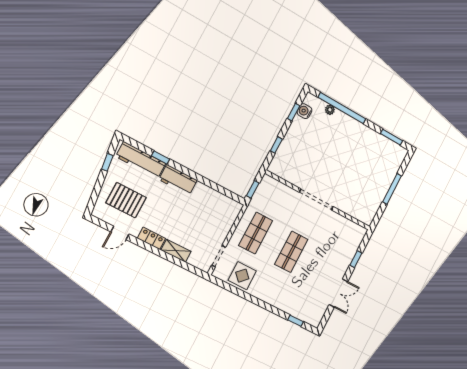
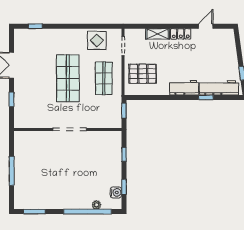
pallet: (126, 200) -> (143, 74), moved
shop shelf: (291, 252) -> (68, 78), width x1.43, depth x1.36

